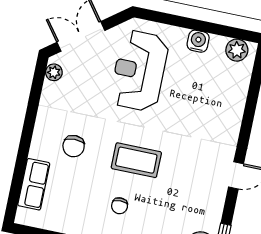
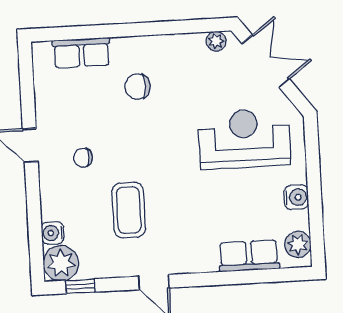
row of seats: (235, 93) -> (249, 256), added
coffee table: (136, 160) -> (129, 210), moved

